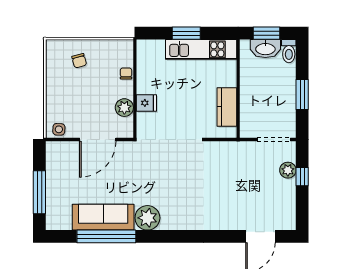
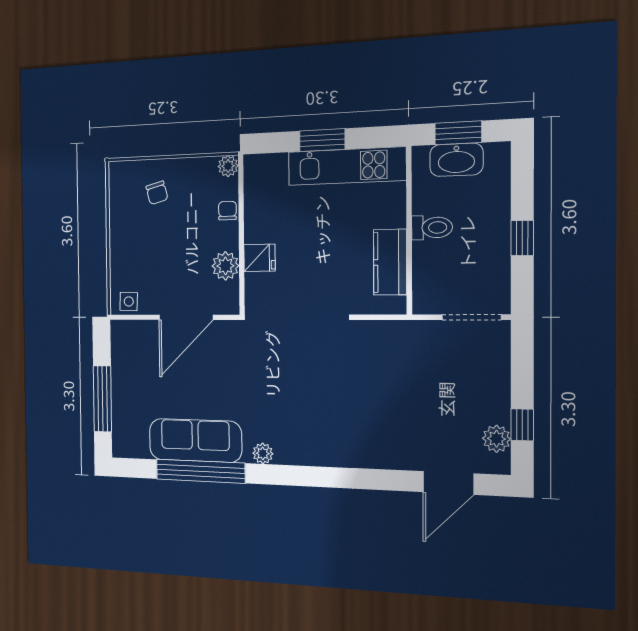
plant: (127, 46) -> (228, 166), added
toilet: (289, 51) -> (432, 228), moved, turned -90
window: (302, 95) -> (522, 238), width x0.67
plant: (288, 170) -> (497, 439), moved
window: (302, 177) -> (522, 425), moved
plant: (147, 218) -> (263, 453), width x0.53, depth x0.53

